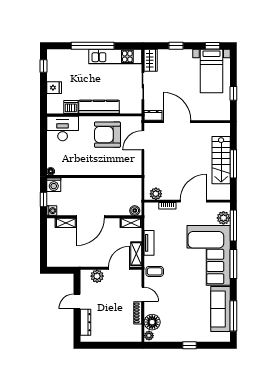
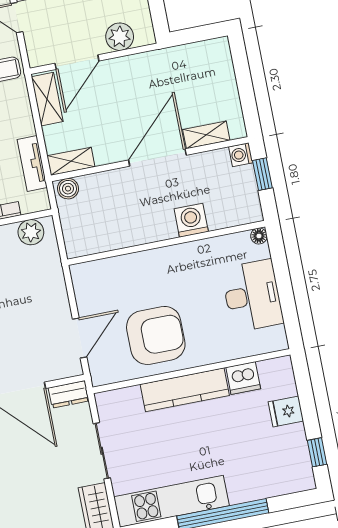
desk: (63, 129) -> (252, 296), moved, turned -90
washing machine: (54, 185) -> (191, 220), moved
tv unit: (149, 243) -> (32, 164), moved

